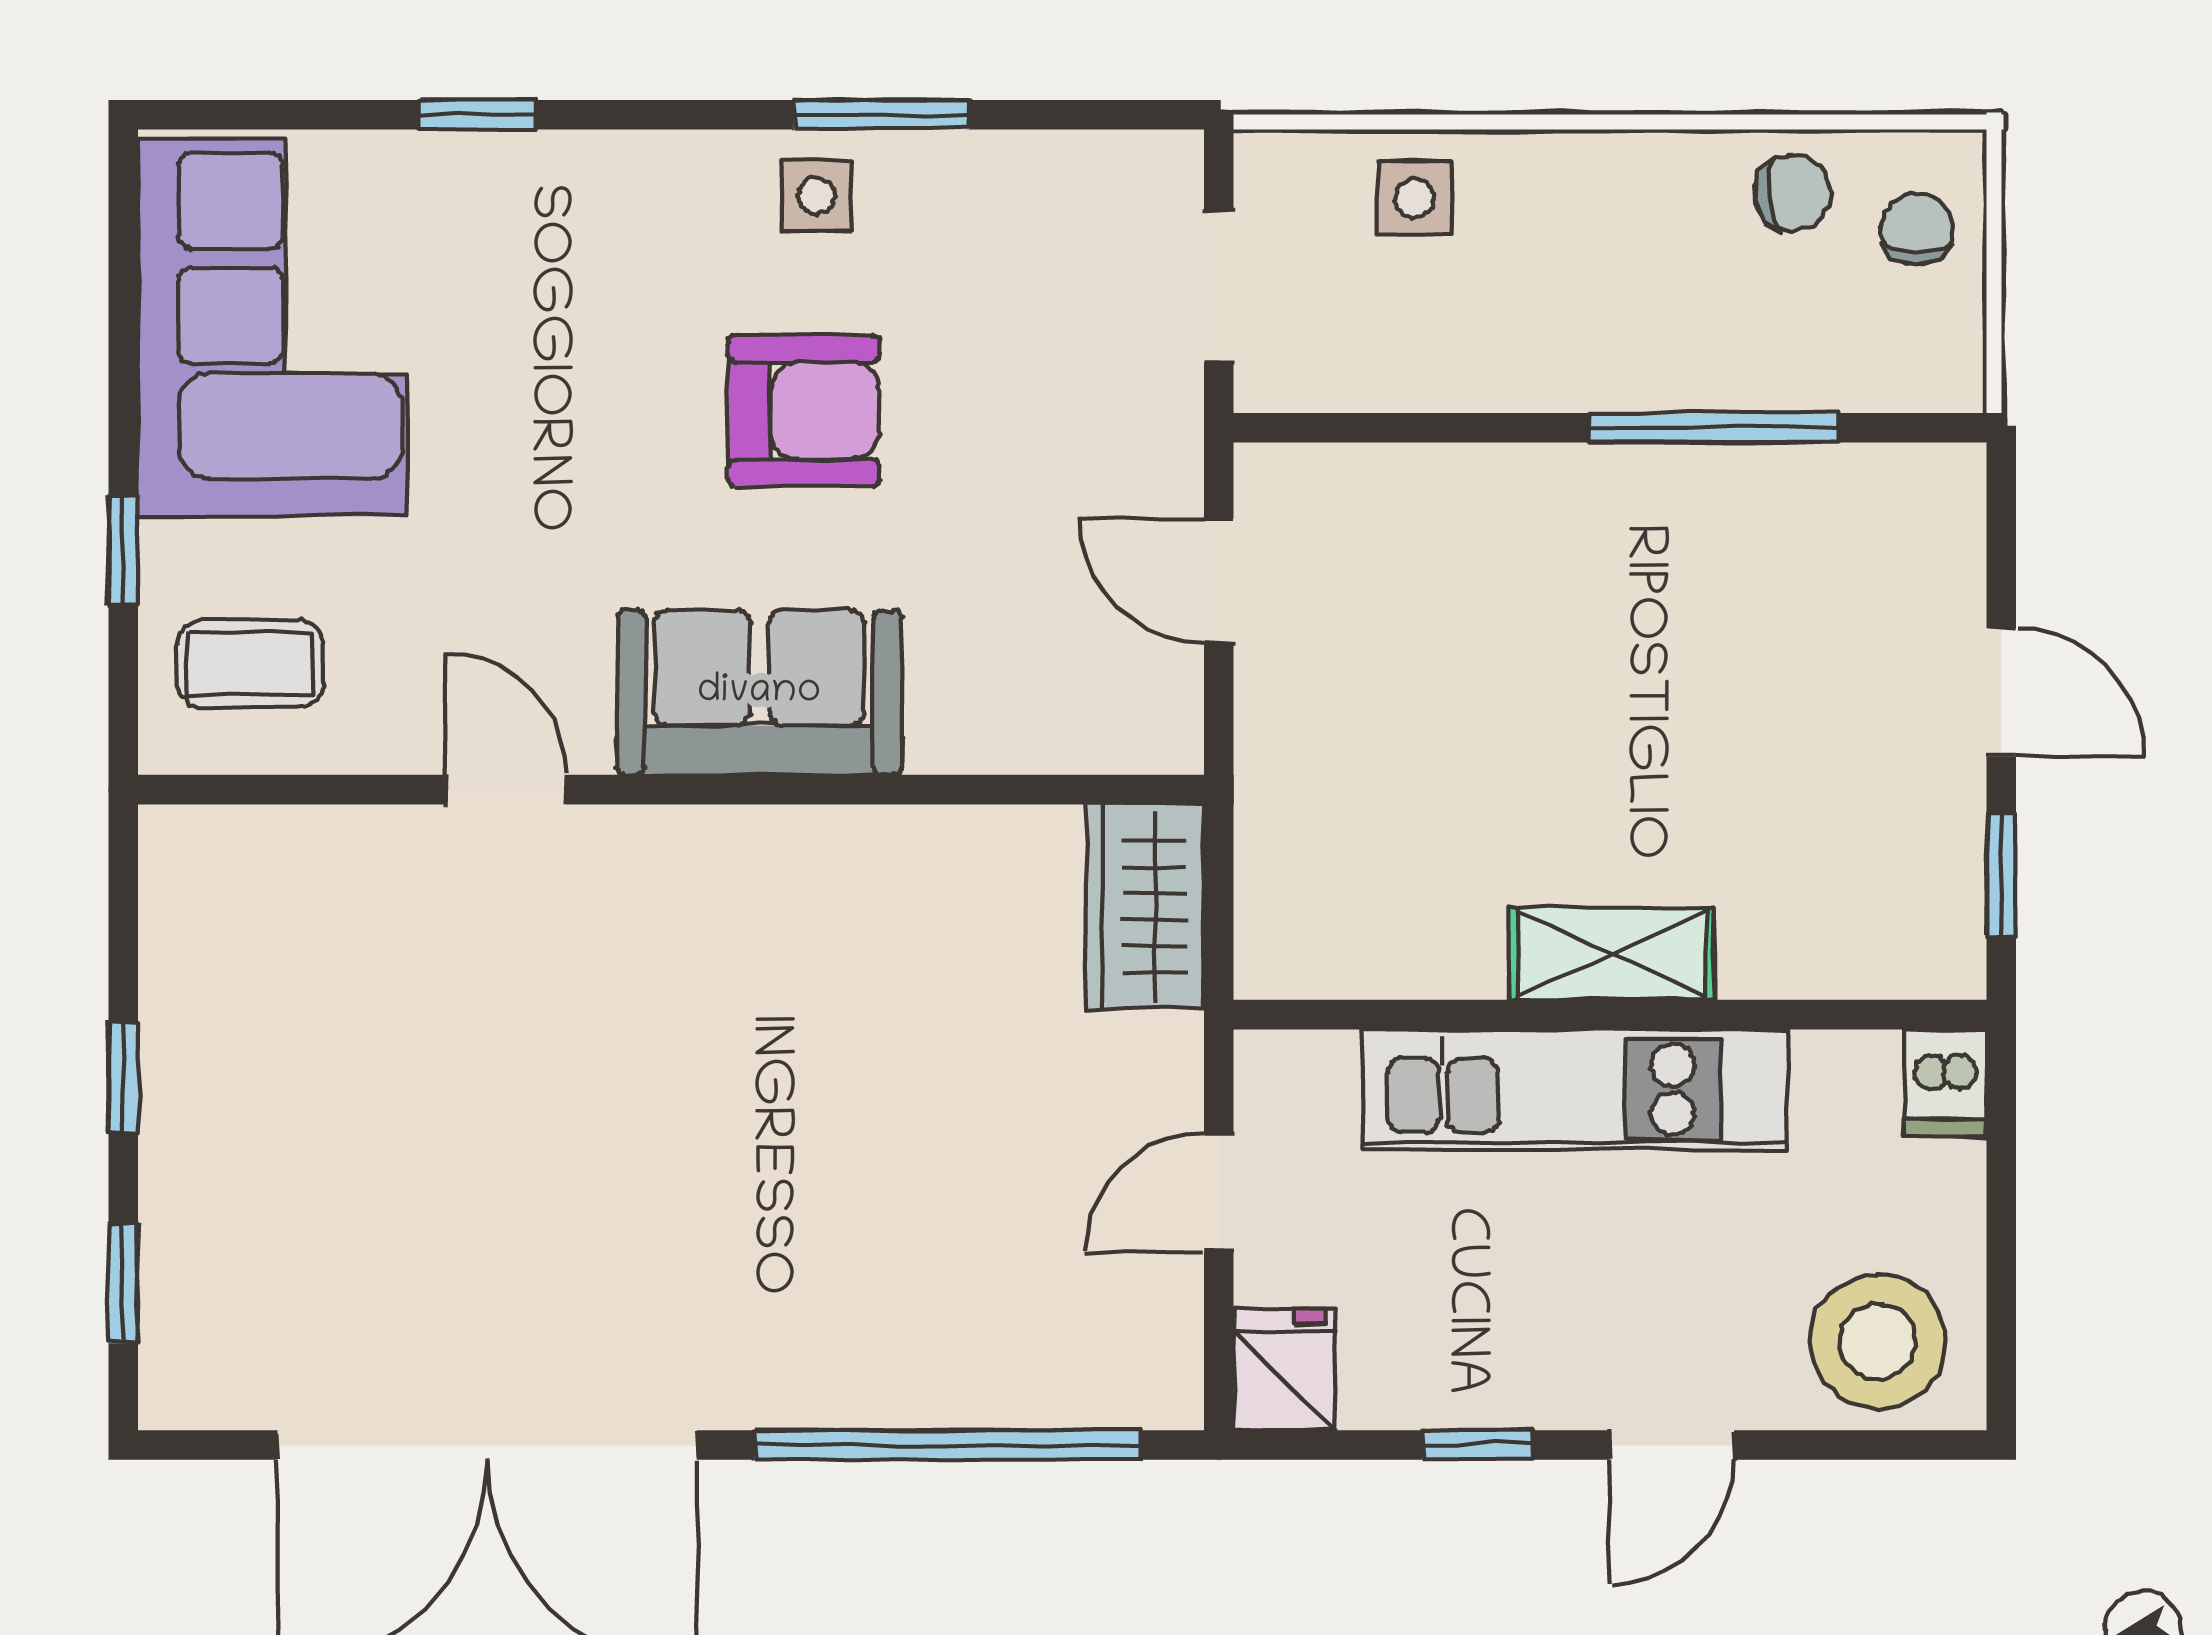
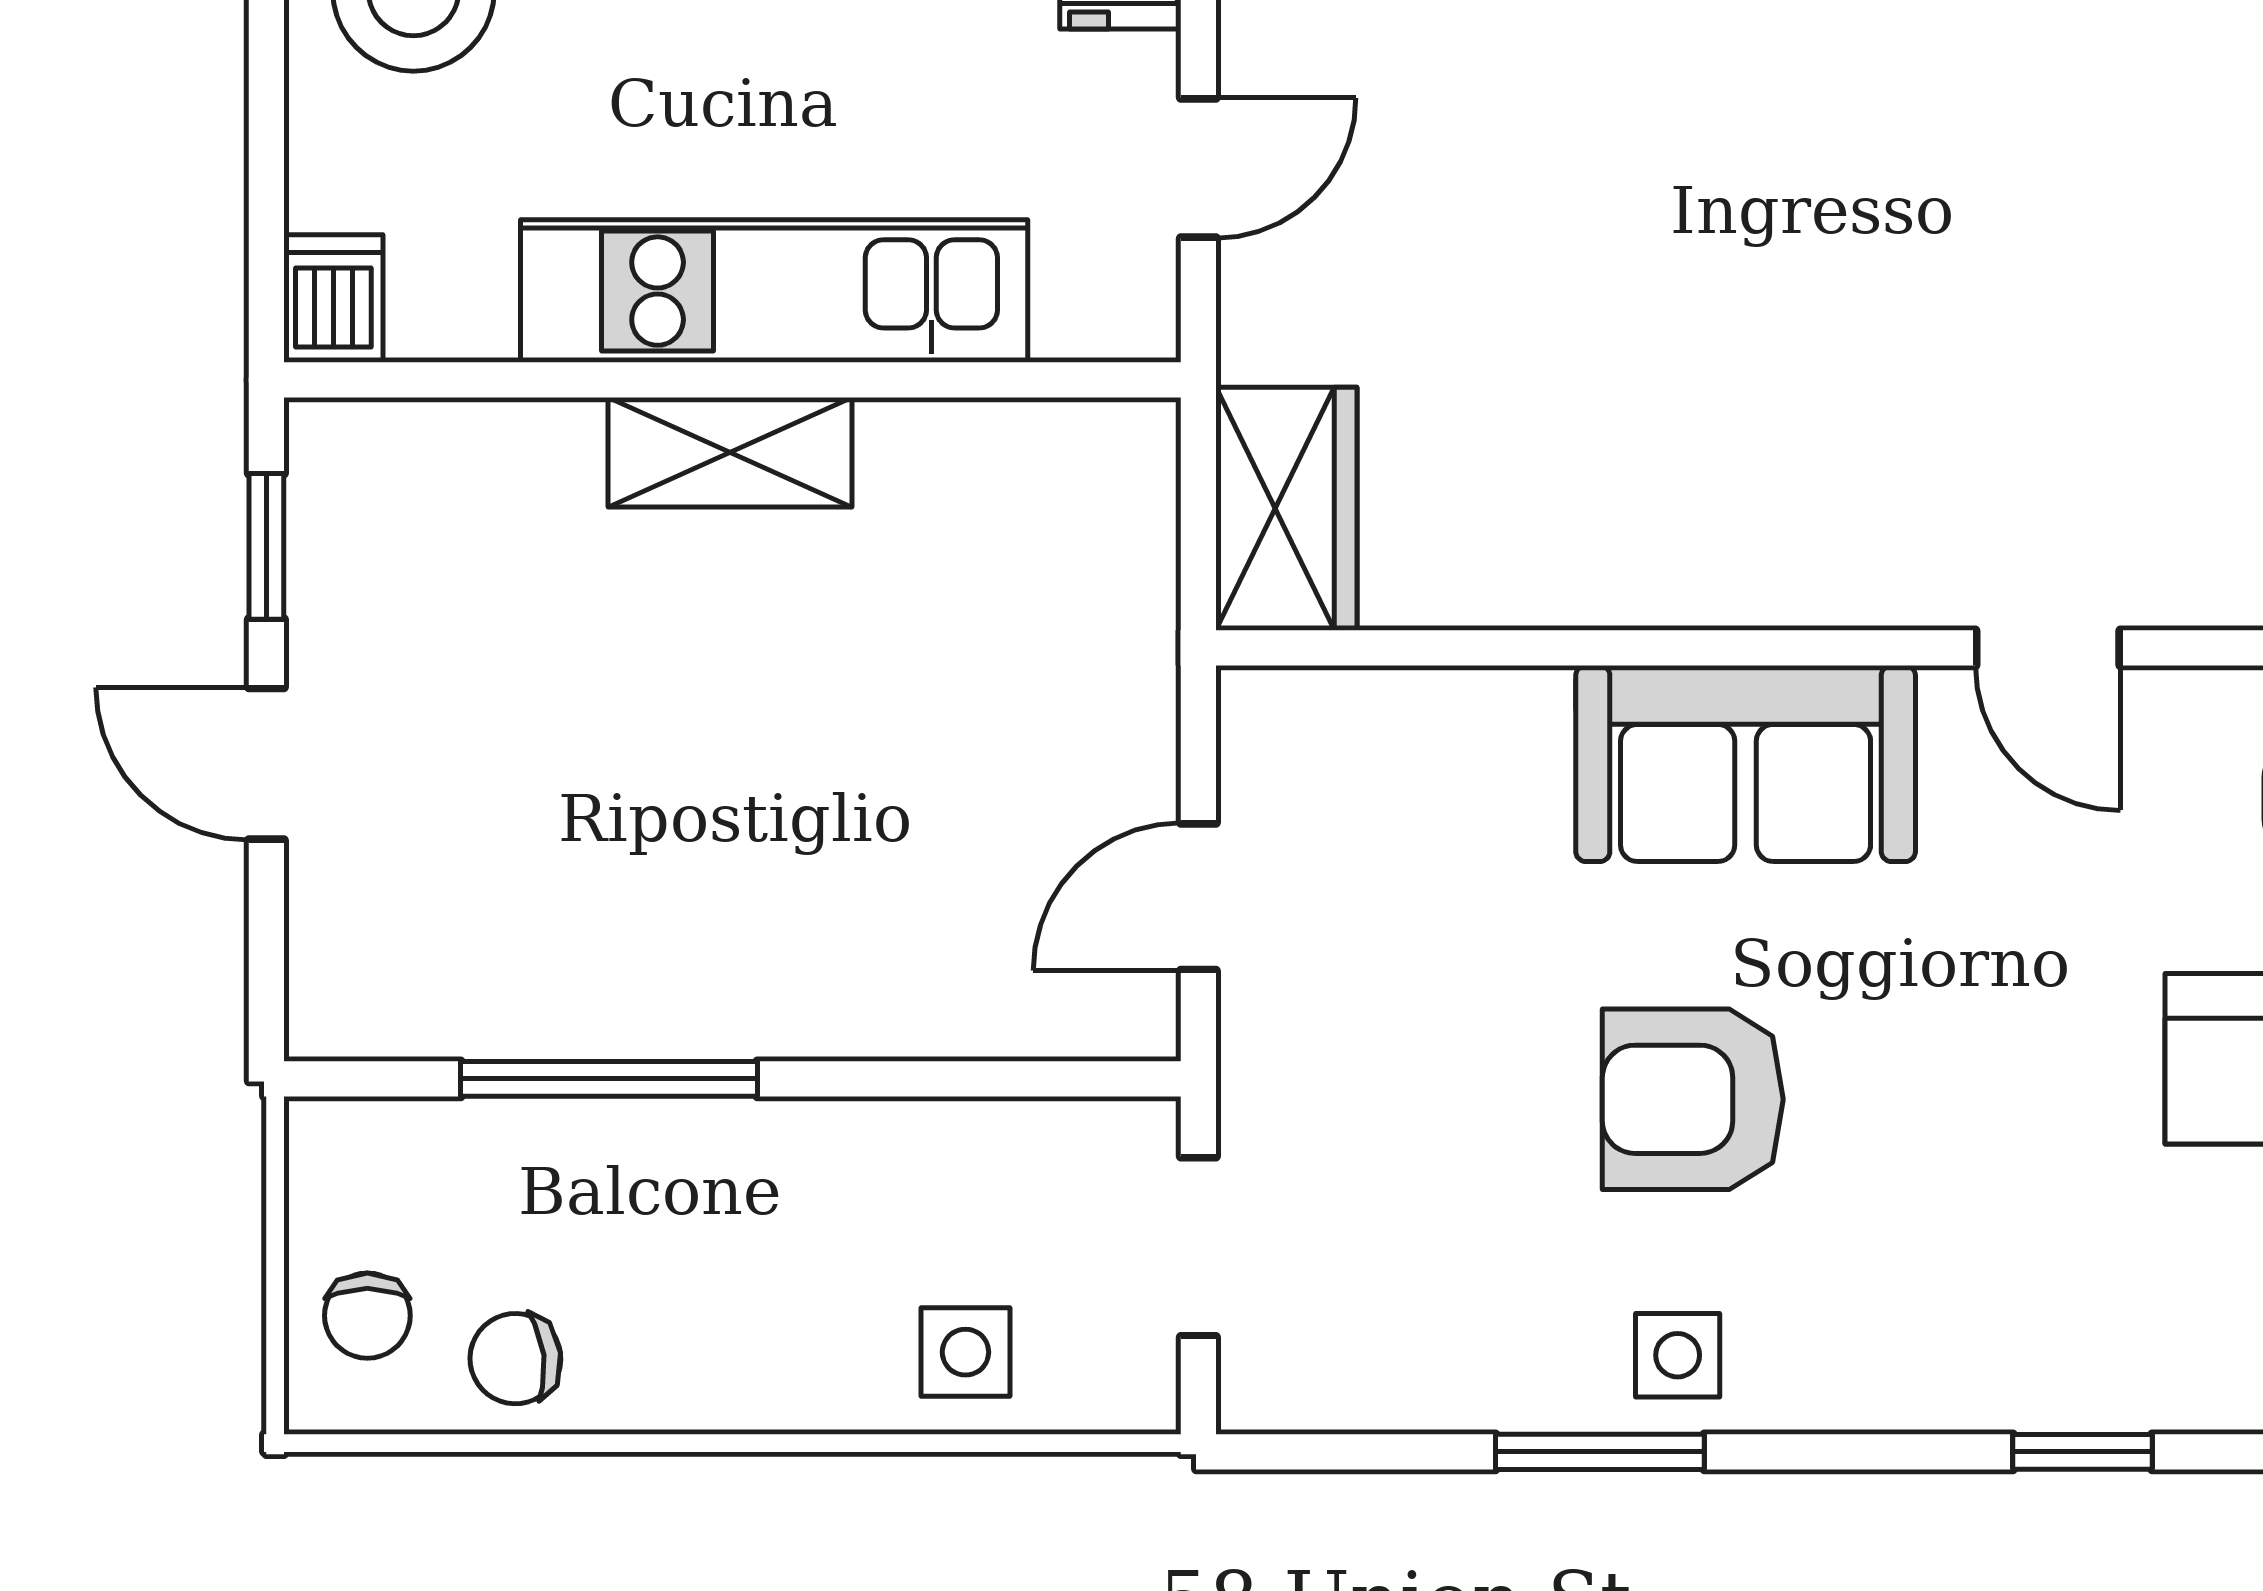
door: (1219, 581) -> (1198, 897), swing flipped

